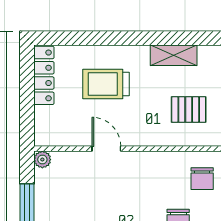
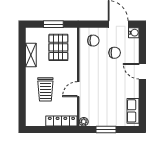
locker: (44, 75) -> (61, 121), moved
pallet: (189, 110) -> (58, 47), width x1.50, depth x1.42

